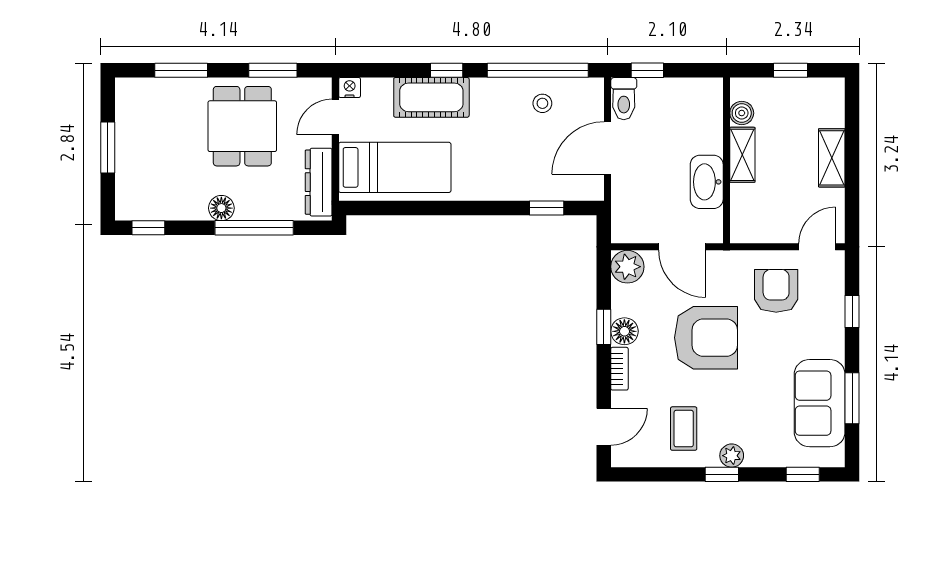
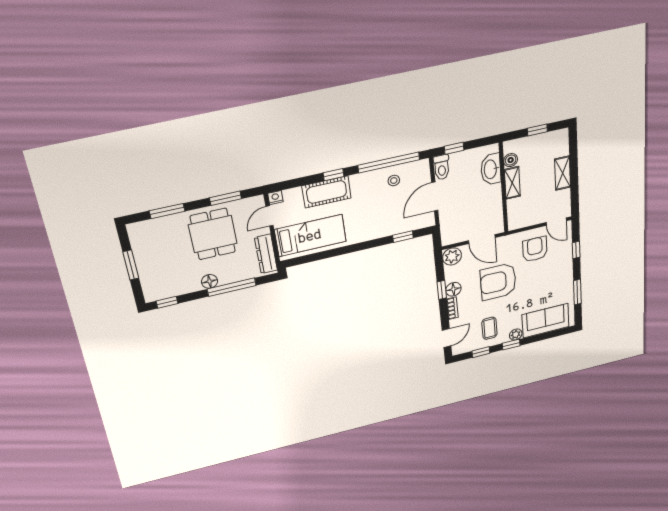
washbasin: (707, 182) -> (491, 169), moved
door: (817, 247) -> (556, 222), swing flipped
armchair: (706, 338) -> (498, 282), turned 180
sofa: (820, 403) -> (546, 321), moved, turned 90
window: (803, 474) -> (481, 352), moved

